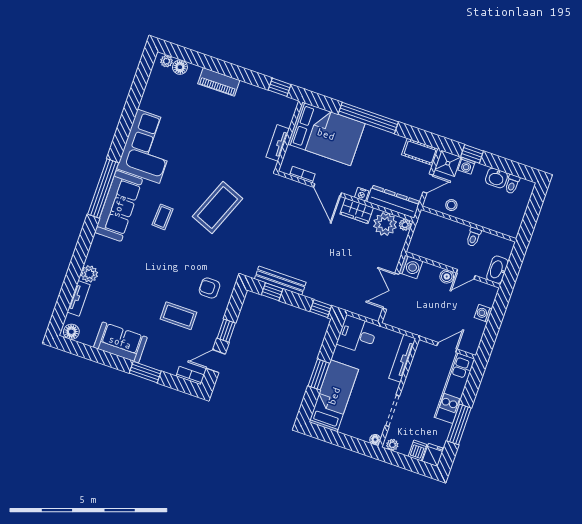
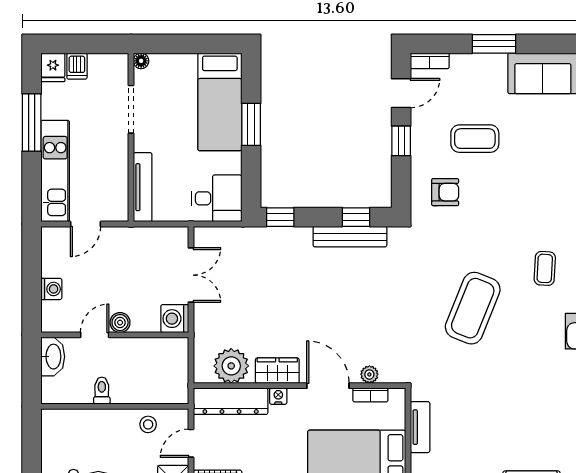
plant: (405, 225) -> (369, 374), moved
plant: (392, 445) -> (115, 62), removed

